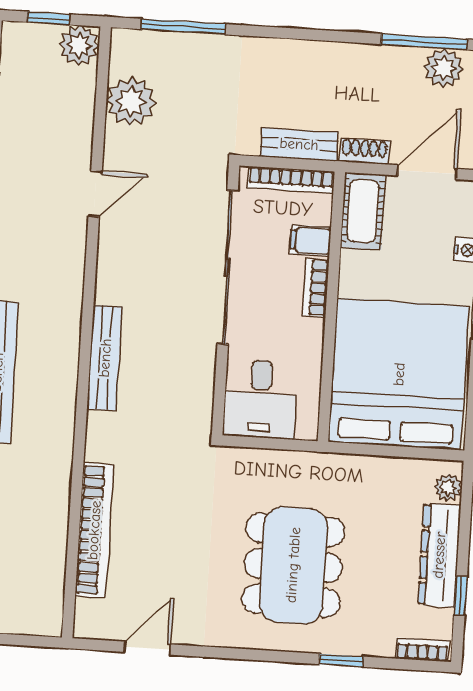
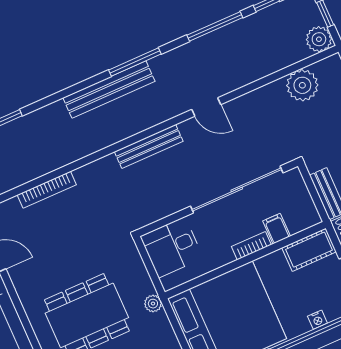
bookcase: (291, 180) -> (305, 199), removed
door: (95, 194) -> (206, 107), moved
plant: (325, 465) -> (153, 304), added
bookcase: (94, 530) -> (47, 190), width x0.68, depth x0.76

